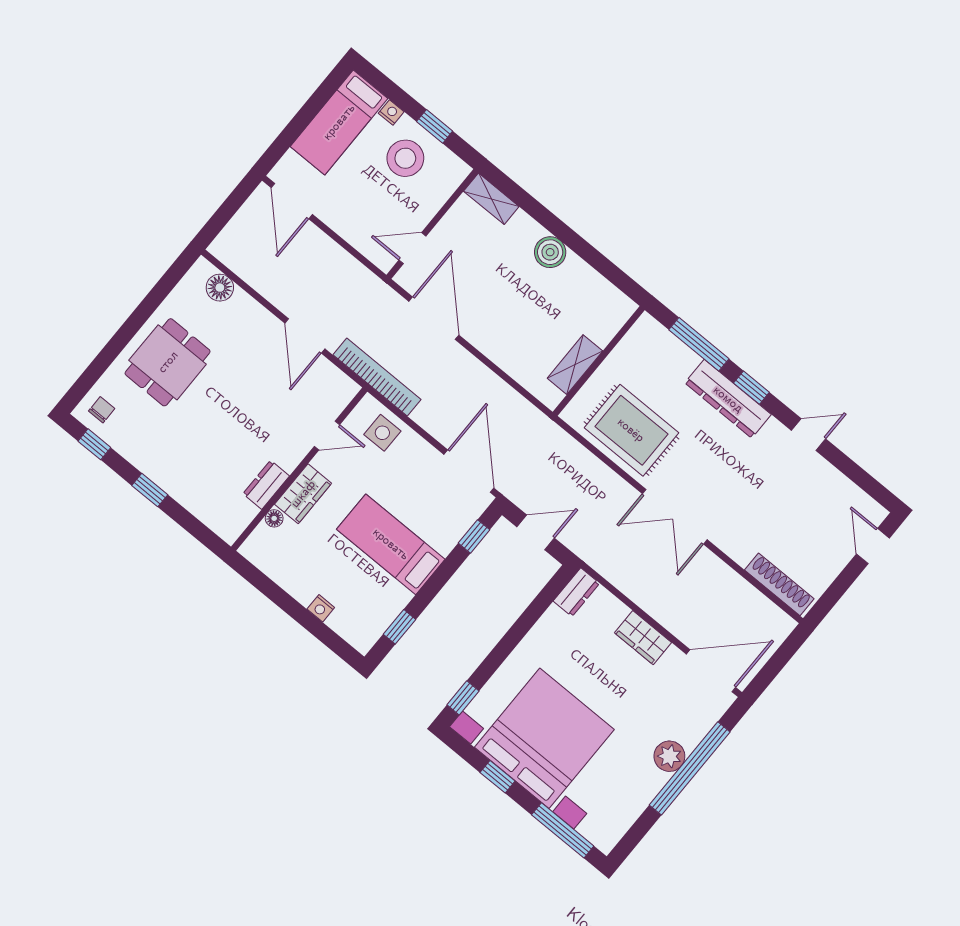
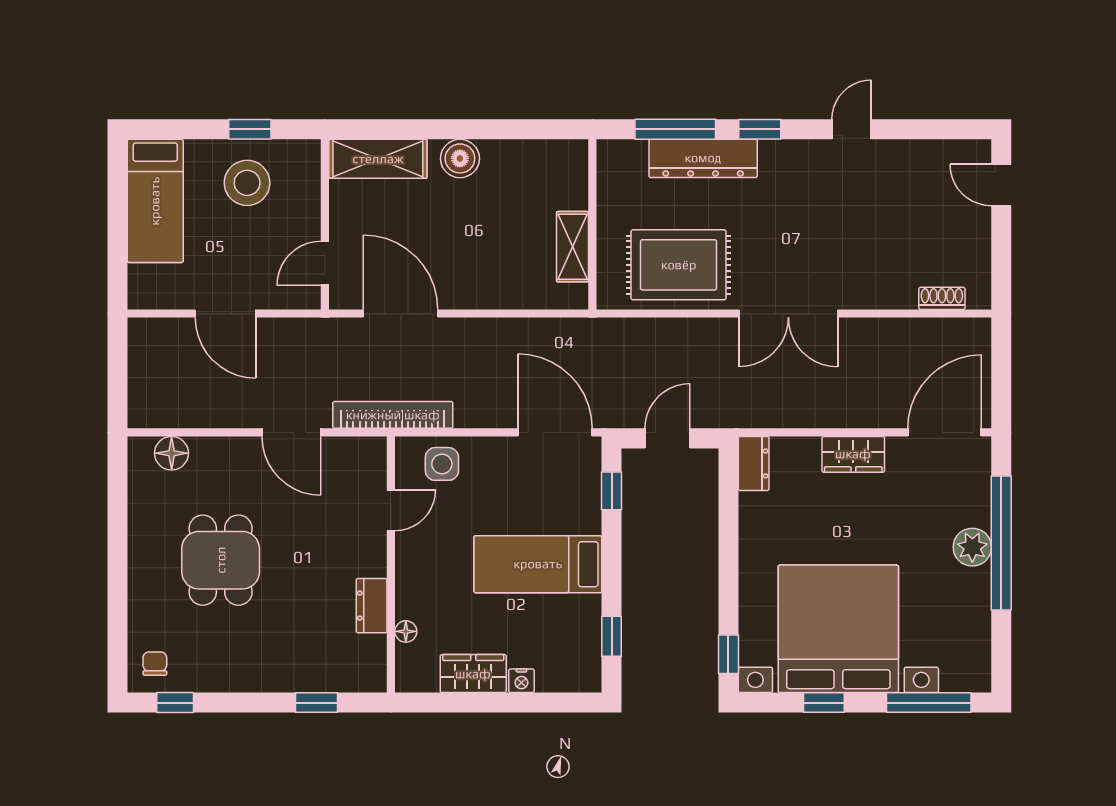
nightstand: (391, 113) -> (197, 150), removed
shelving: (491, 199) -> (378, 159), width x1.50, depth x1.33
door: (292, 201) -> (225, 314), moved
dining table: (168, 362) -> (221, 560), moved
dresser: (728, 399) -> (703, 158), moved
window: (150, 490) -> (316, 703), moved
wardrobe: (303, 494) -> (473, 674), moved, turned -90
shoe rack: (779, 584) -> (942, 298), width x0.51, depth x0.81

